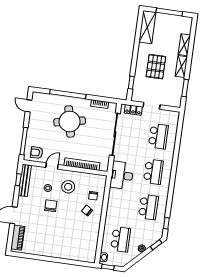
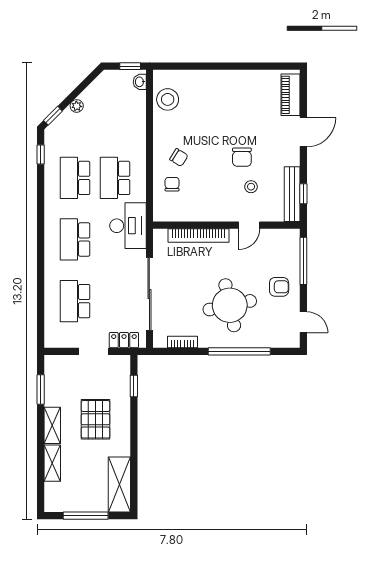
armchair: (37, 153) -> (279, 287), moved
stool: (68, 187) -> (168, 99), moved
school desk: (120, 239) -> (115, 178), moved

